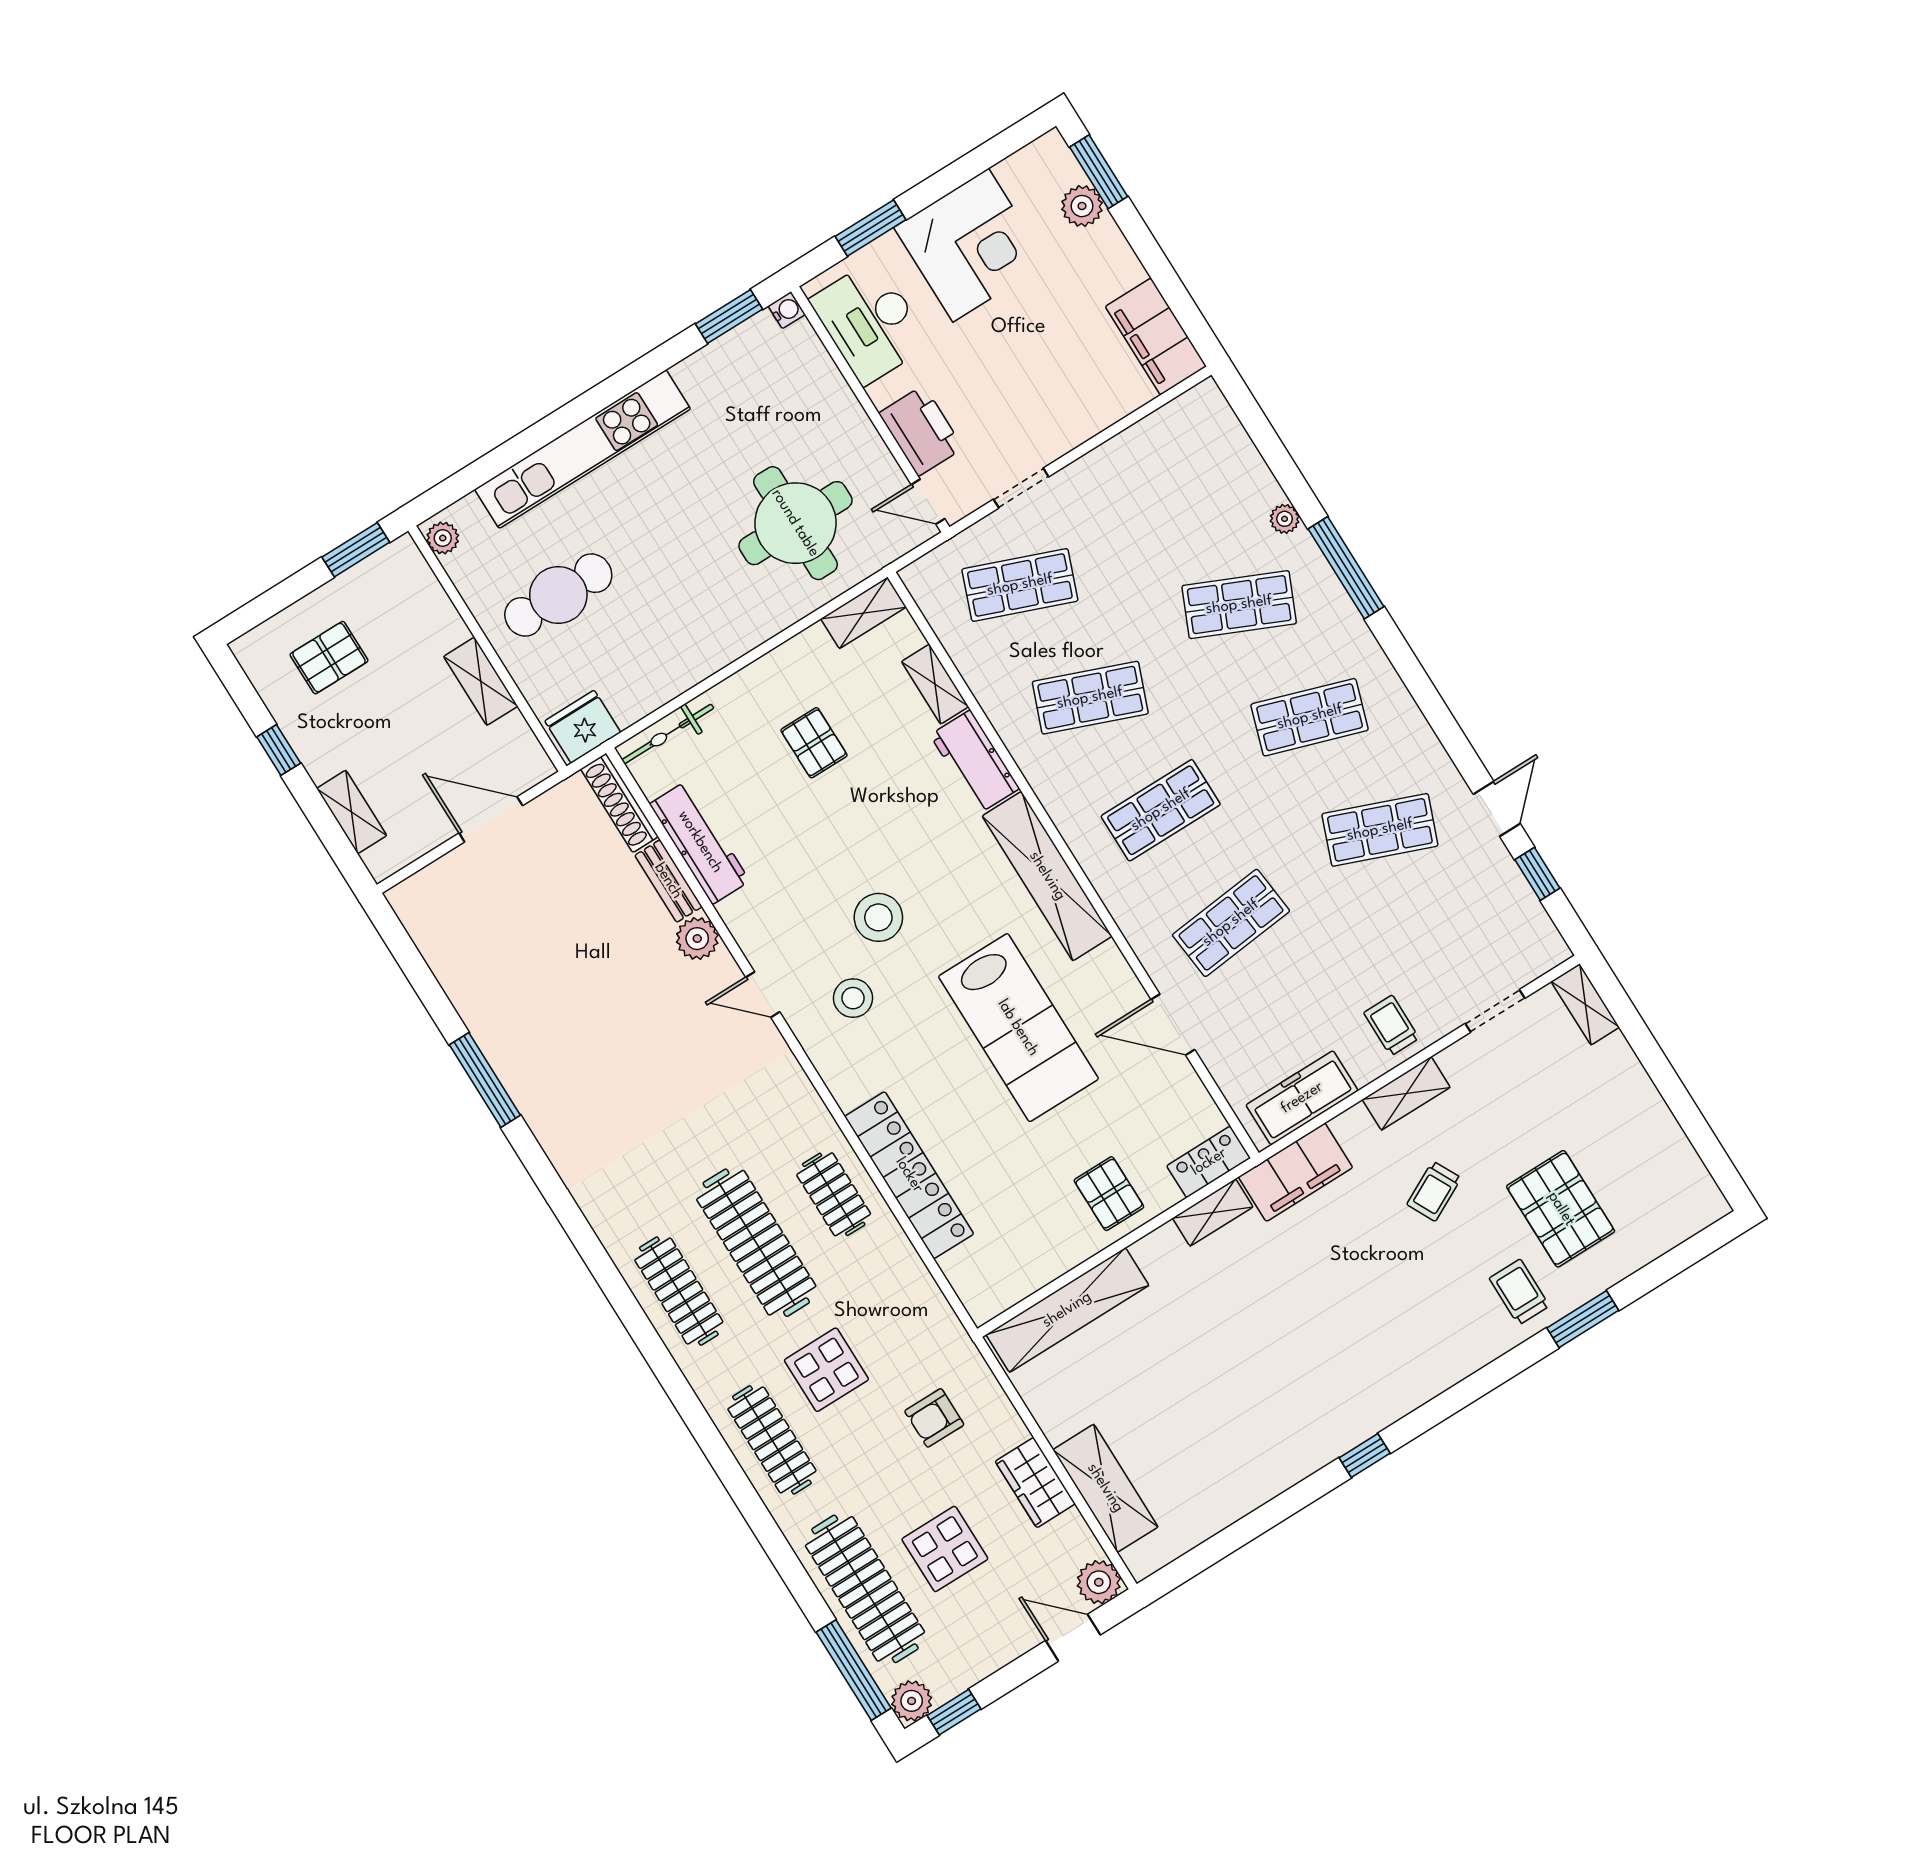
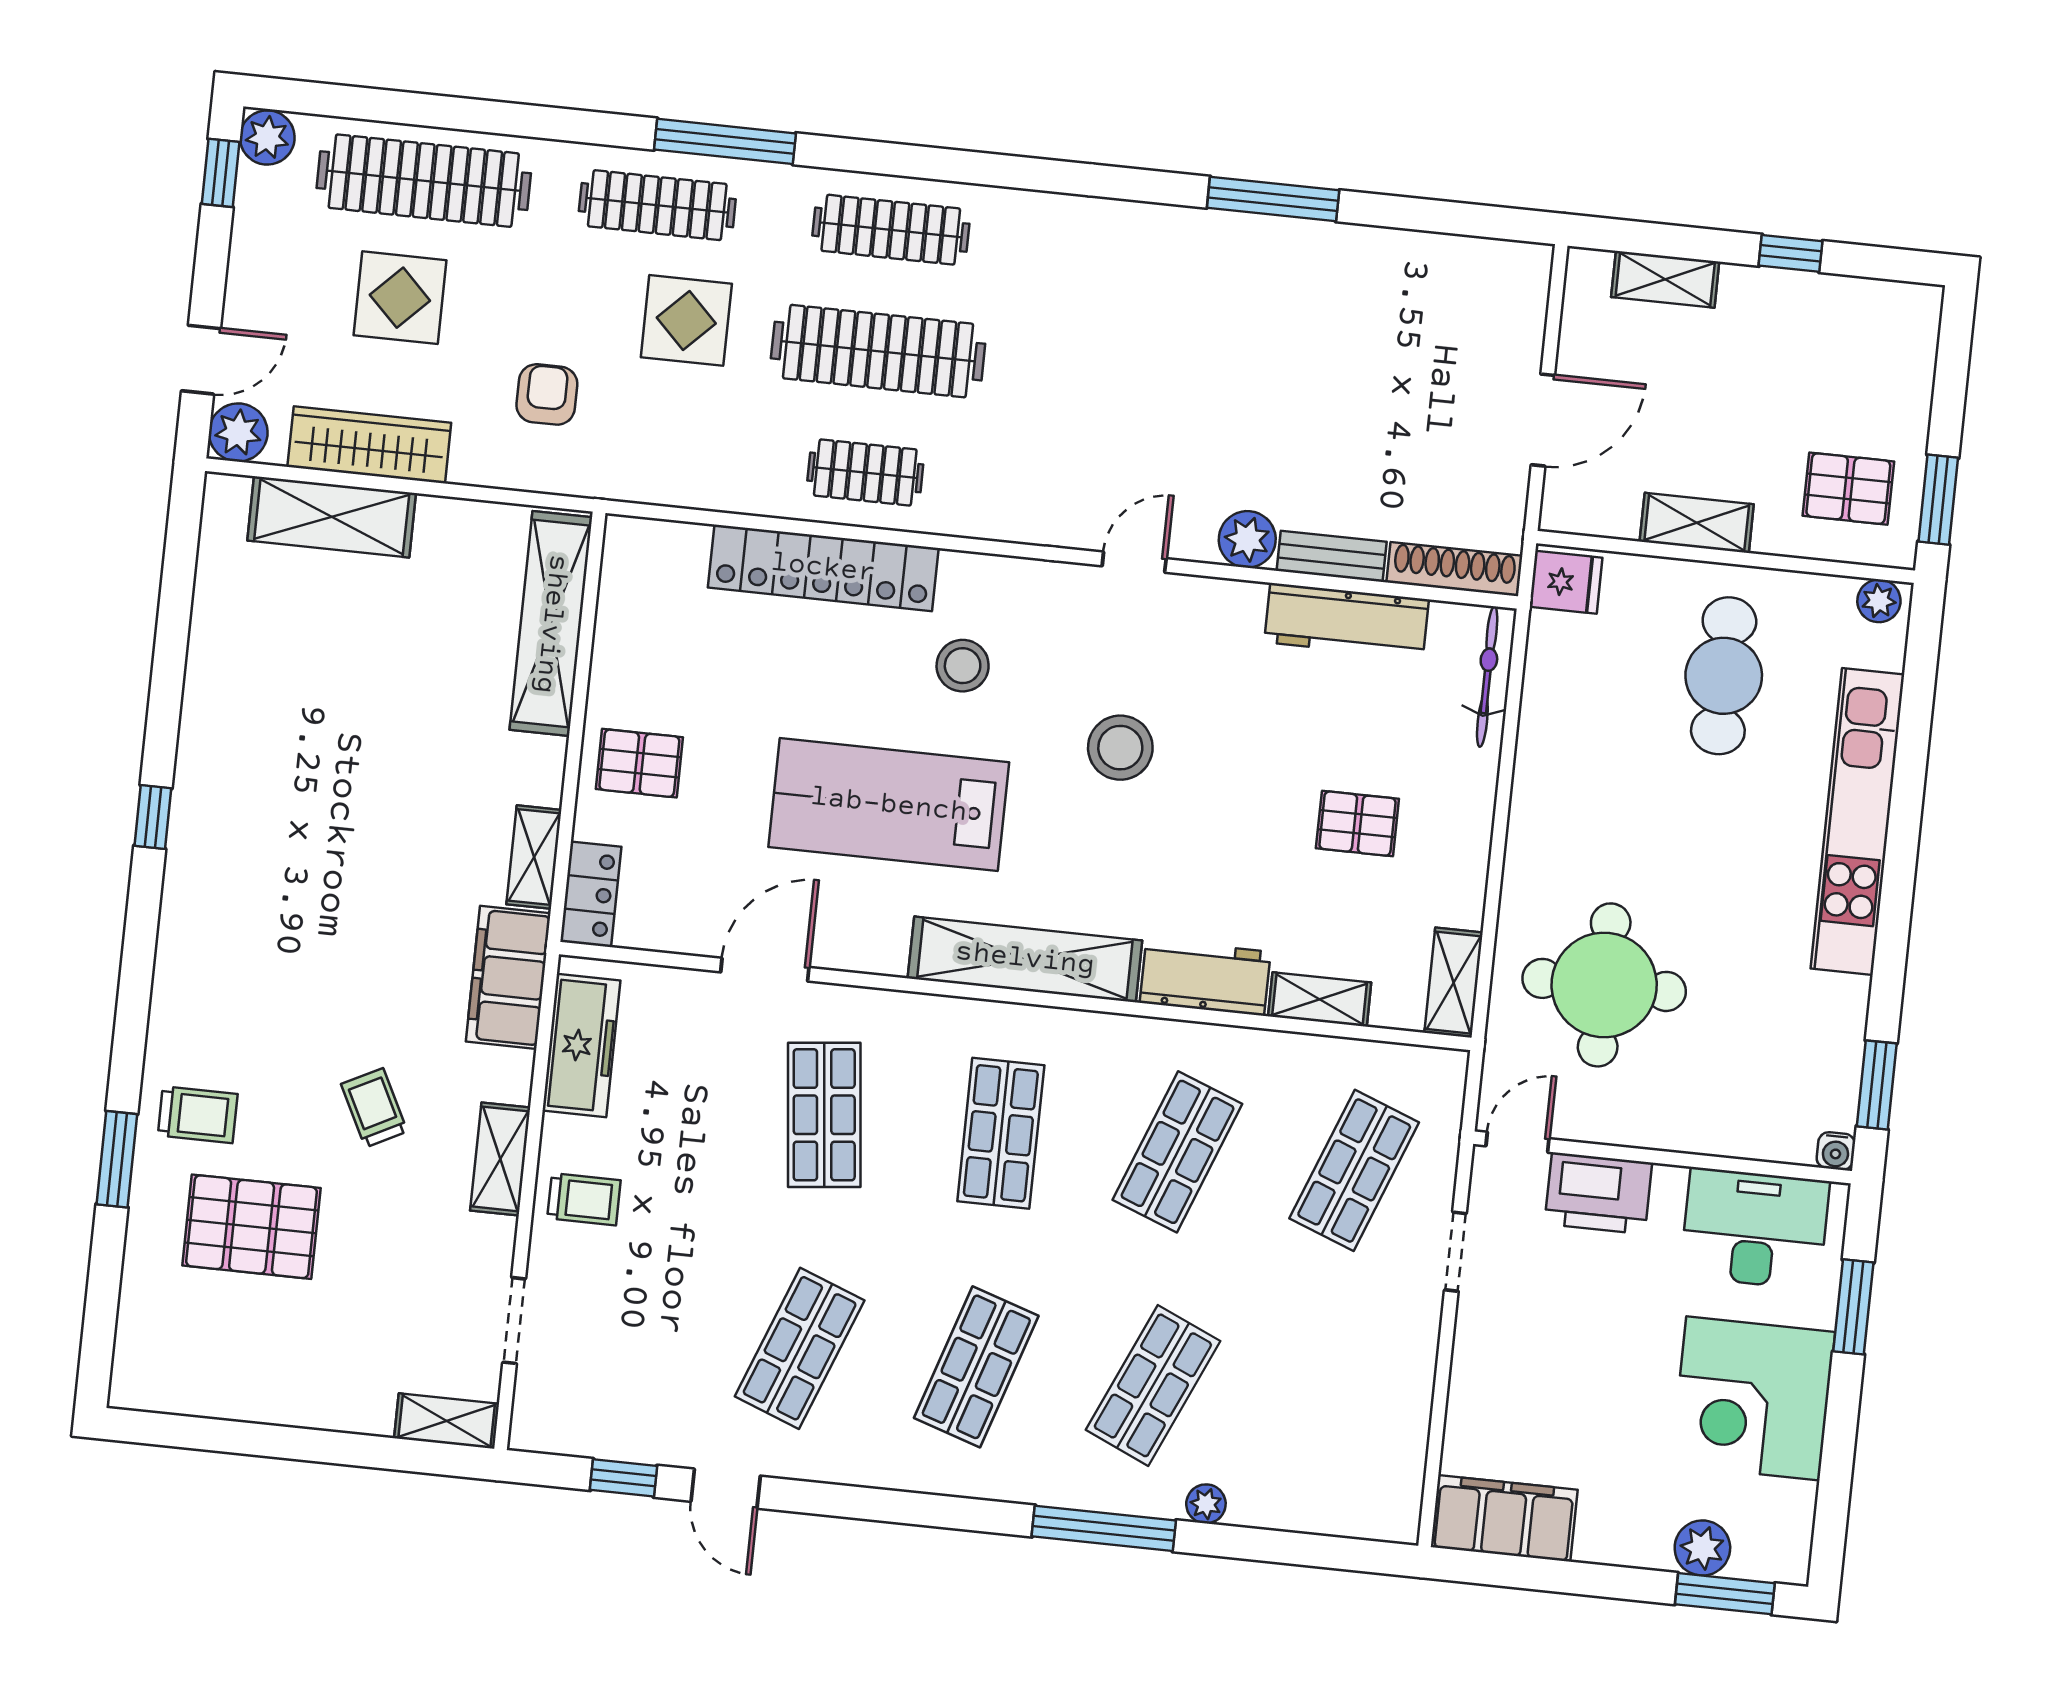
pallet: (329, 658) -> (1848, 489), moved, turned 90
fridge: (583, 727) -> (1566, 582), width x0.72
stool: (853, 998) -> (963, 666), moved
wardrobe: (1035, 1483) -> (369, 445), width x1.50
window: (854, 1670) -> (725, 141), moved

